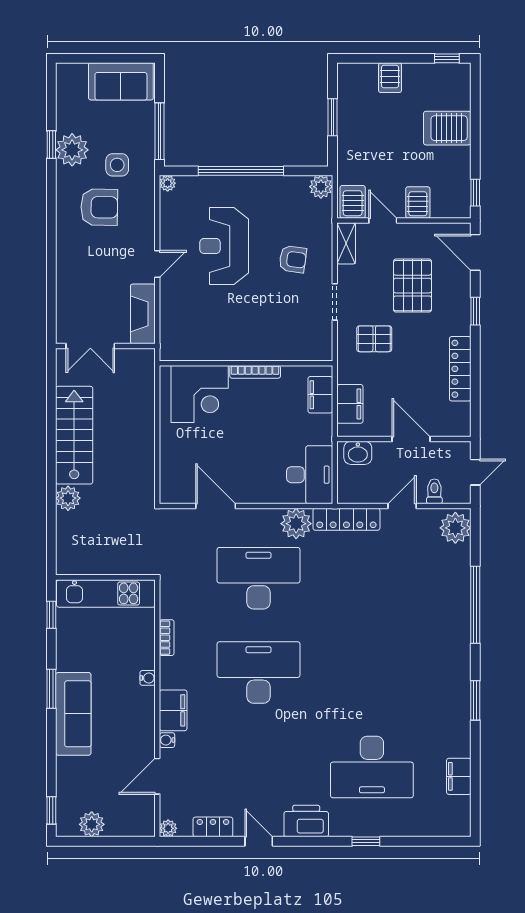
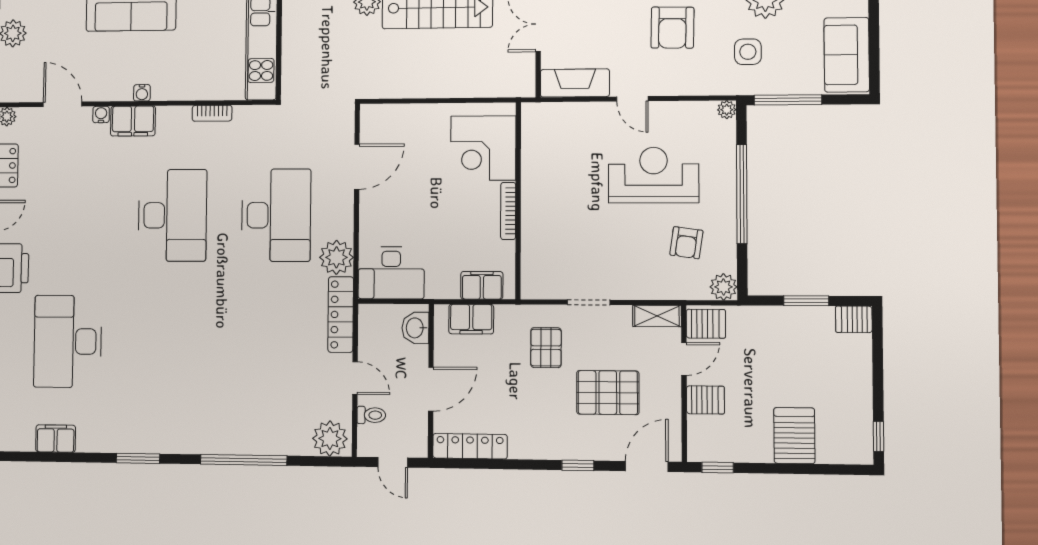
server rack: (390, 78) -> (854, 319), moved
armchair: (99, 207) -> (672, 28), moved
armchair: (293, 259) -> (686, 243), moved
locker: (460, 369) -> (470, 446), moved
water cooler: (148, 678) -> (142, 93), moved

